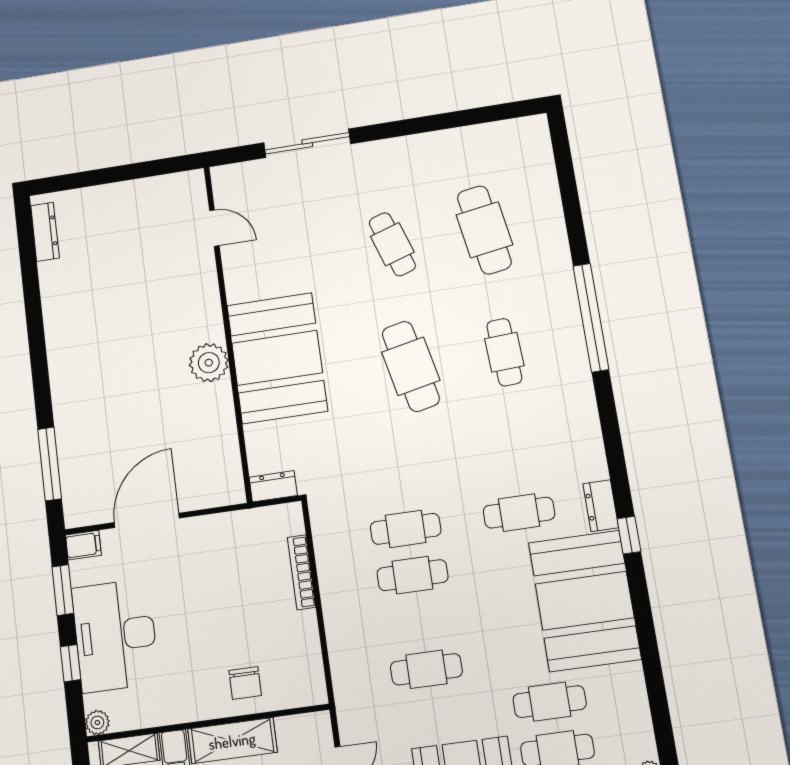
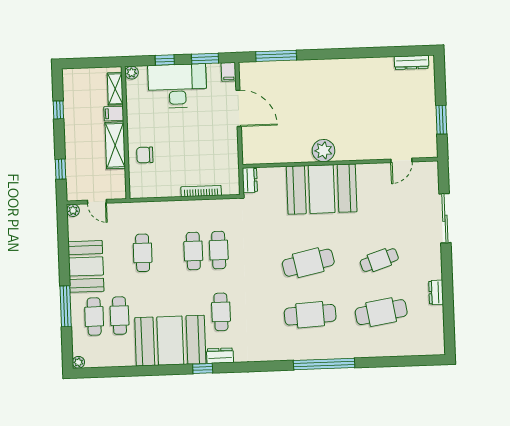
dresser: (438, 142) -> (436, 292), added
window: (139, 170) -> (441, 120), added
cafe table: (504, 352) -> (310, 315), width x1.37, depth x1.35

